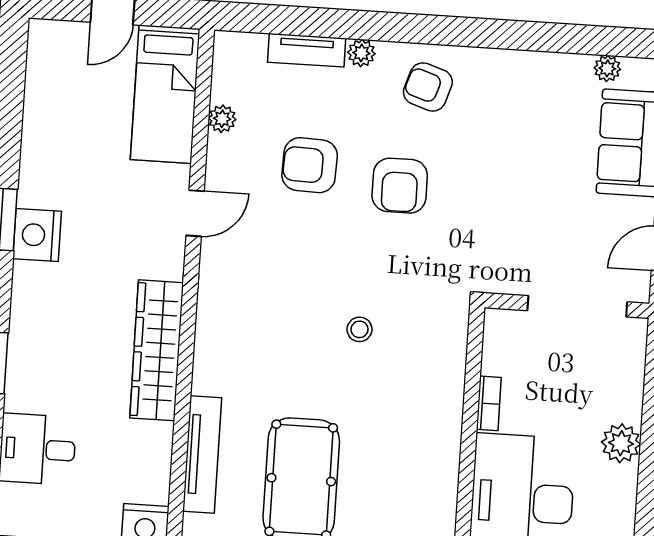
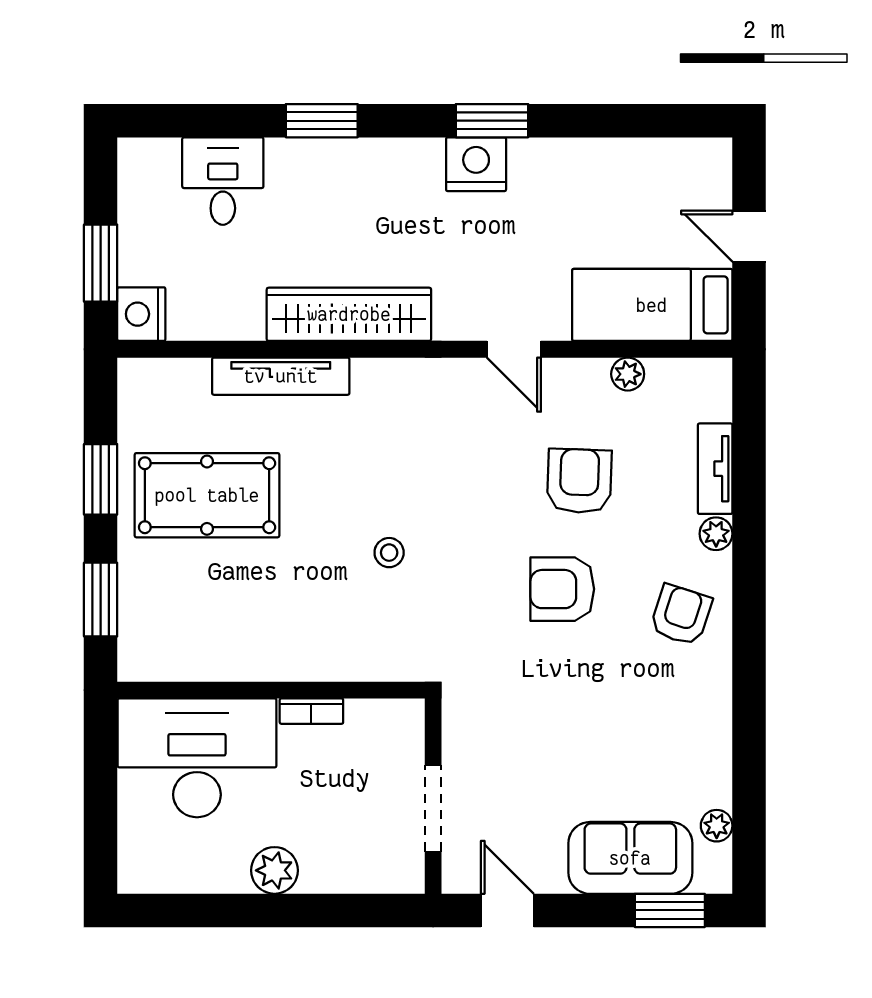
doorway: (577, 306) -> (433, 808), width x0.73
tv unit: (202, 455) -> (281, 376), moved

